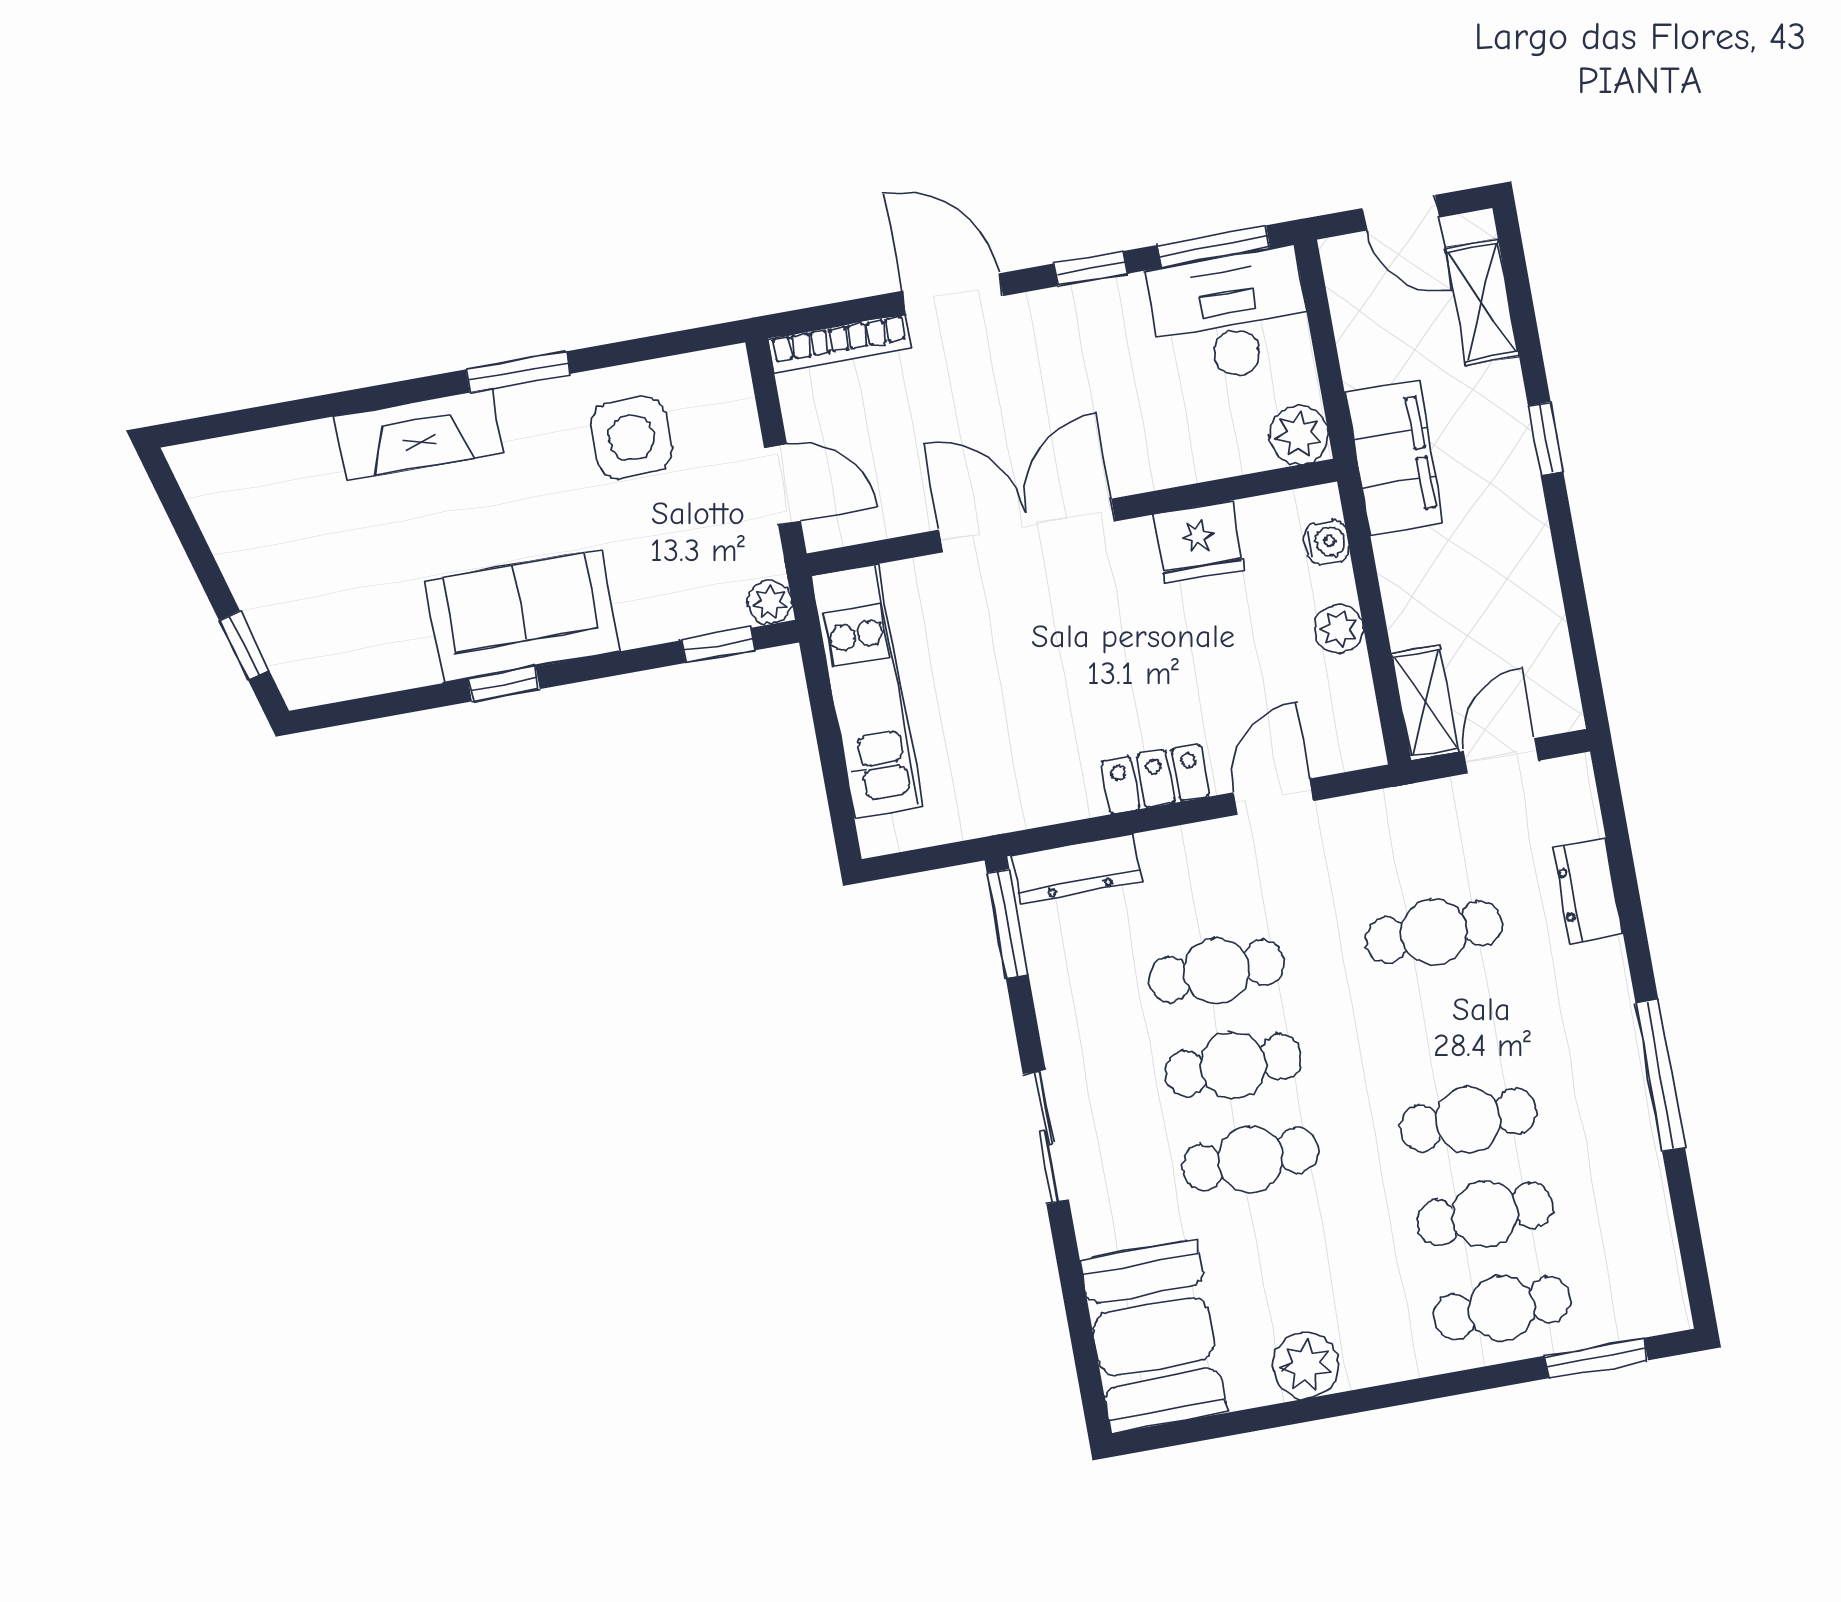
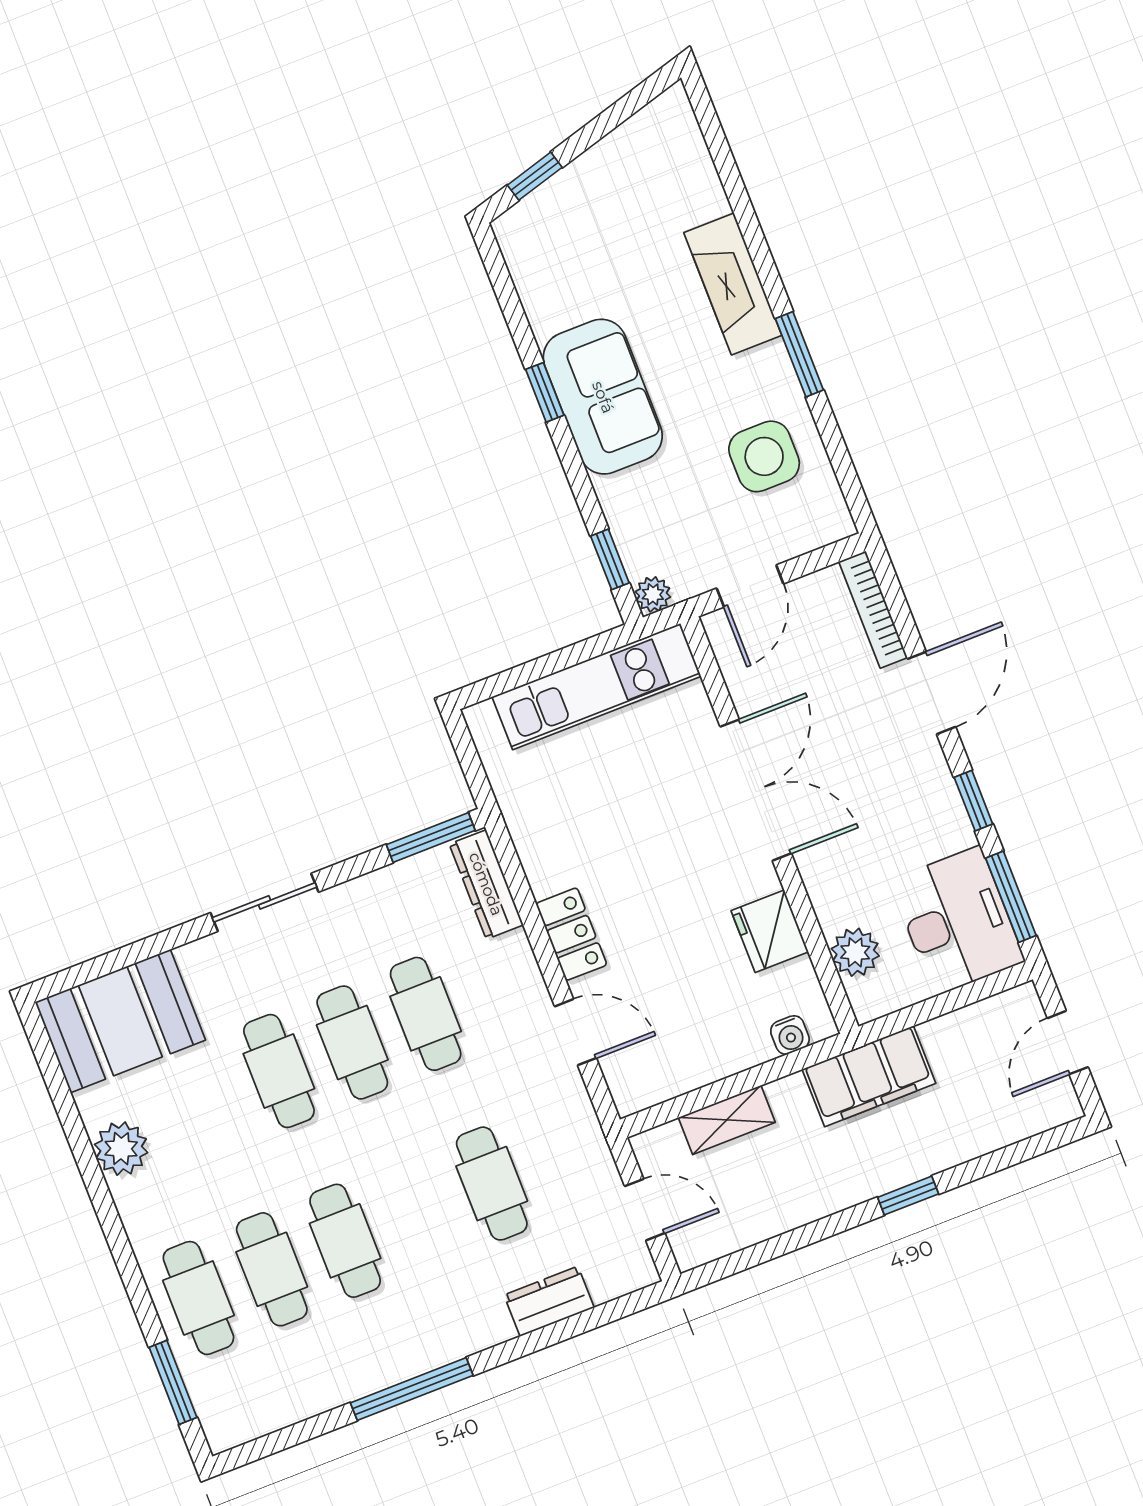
shelving: (1482, 302) -> (1009, 1122), removed
plant: (1299, 435) -> (855, 952), moved
plant: (1339, 629) -> (722, 1059), removed
shelving: (1425, 703) -> (727, 1120), moved

